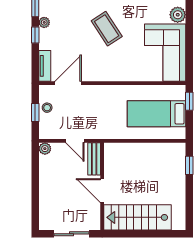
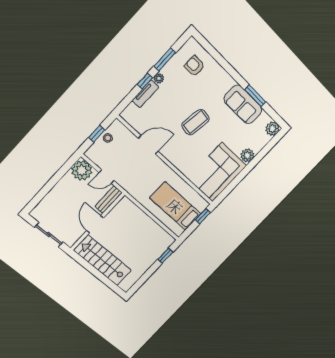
coffee table: (107, 29) -> (196, 122), turned 41
tv unit: (45, 66) -> (145, 94), moved
door: (68, 83) -> (148, 145), moved
door: (75, 141) -> (106, 177), hinge flipped
plant: (45, 149) -> (82, 170), width x1.88, depth x1.88

